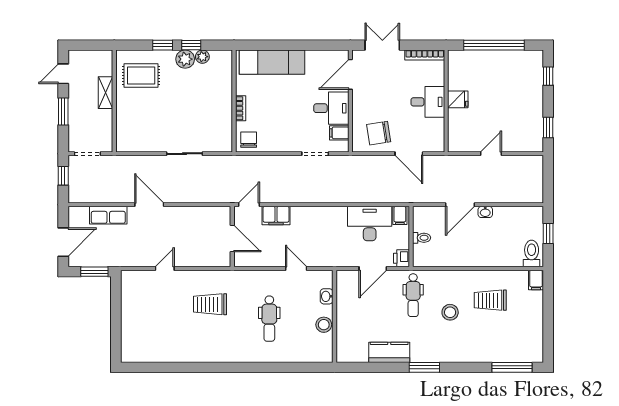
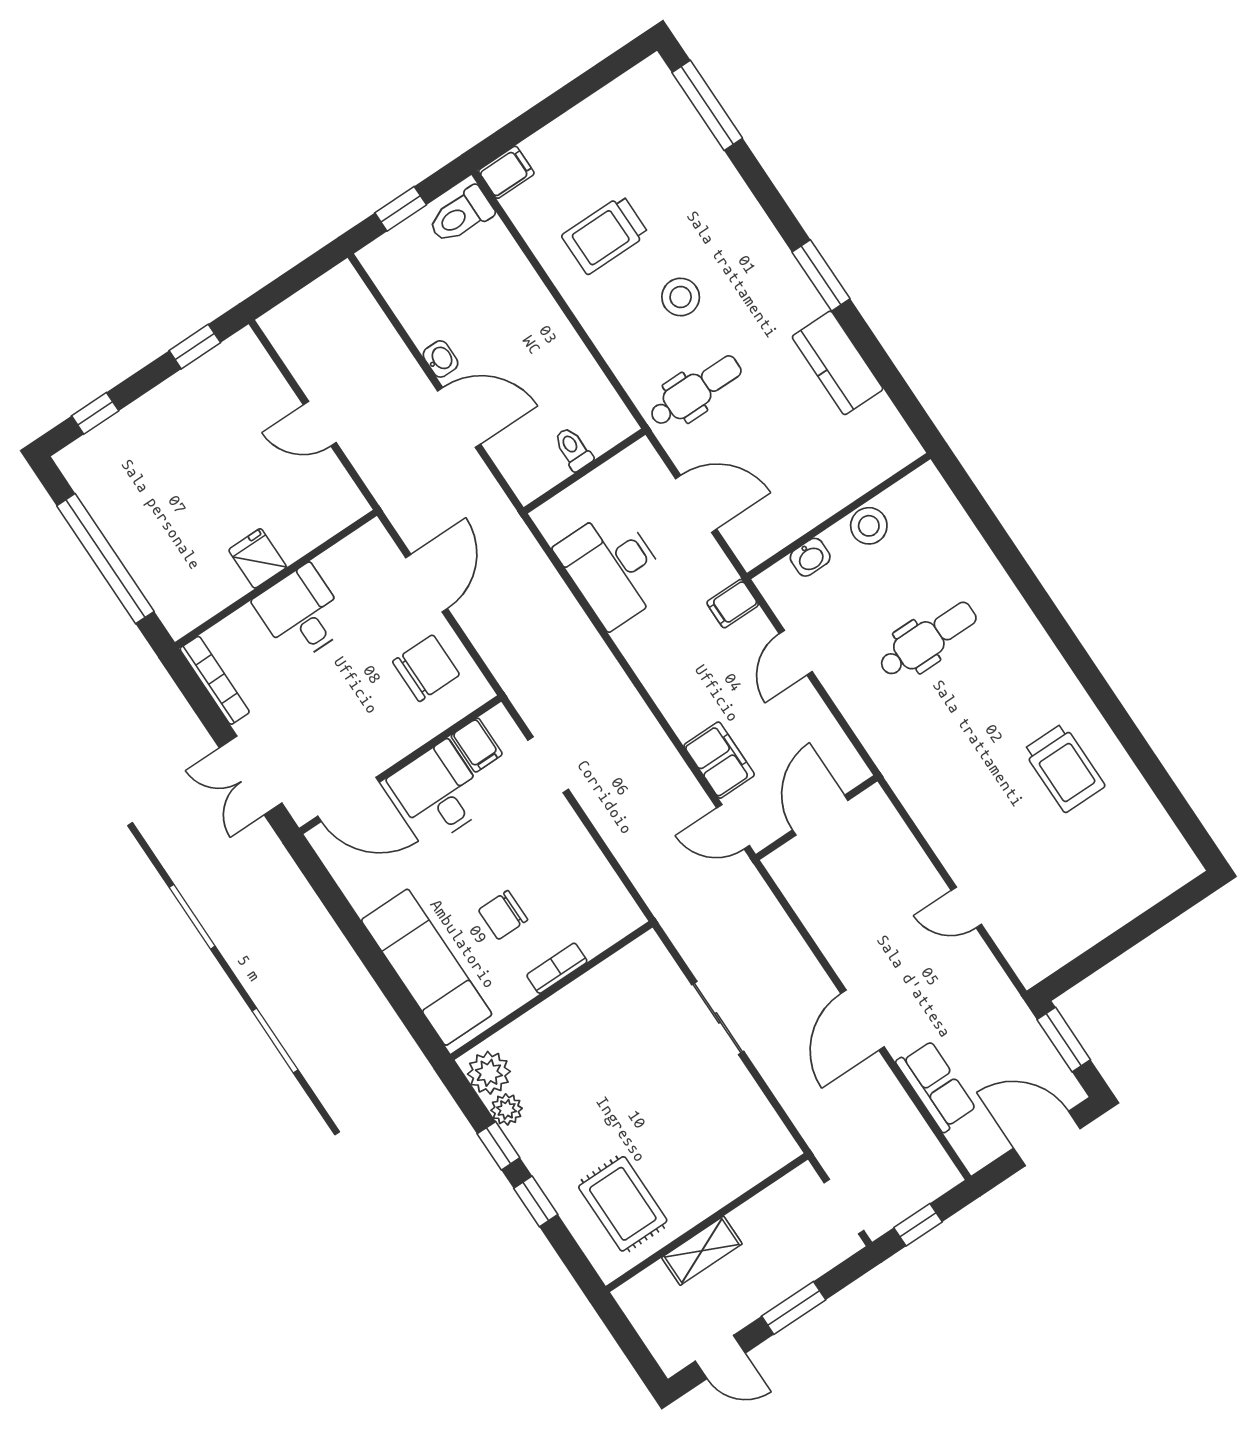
plant: (185, 59) -> (489, 1073), moved
chair: (379, 133) -> (426, 668), turned -81
chair: (249, 140) -> (503, 915), moved
filing cabinet: (400, 215) -> (733, 604), moved, turned 180
printer: (402, 258) -> (639, 461), removed
trolley: (490, 300) -> (605, 235), turned 90
trolley: (210, 304) -> (1064, 768), moved

